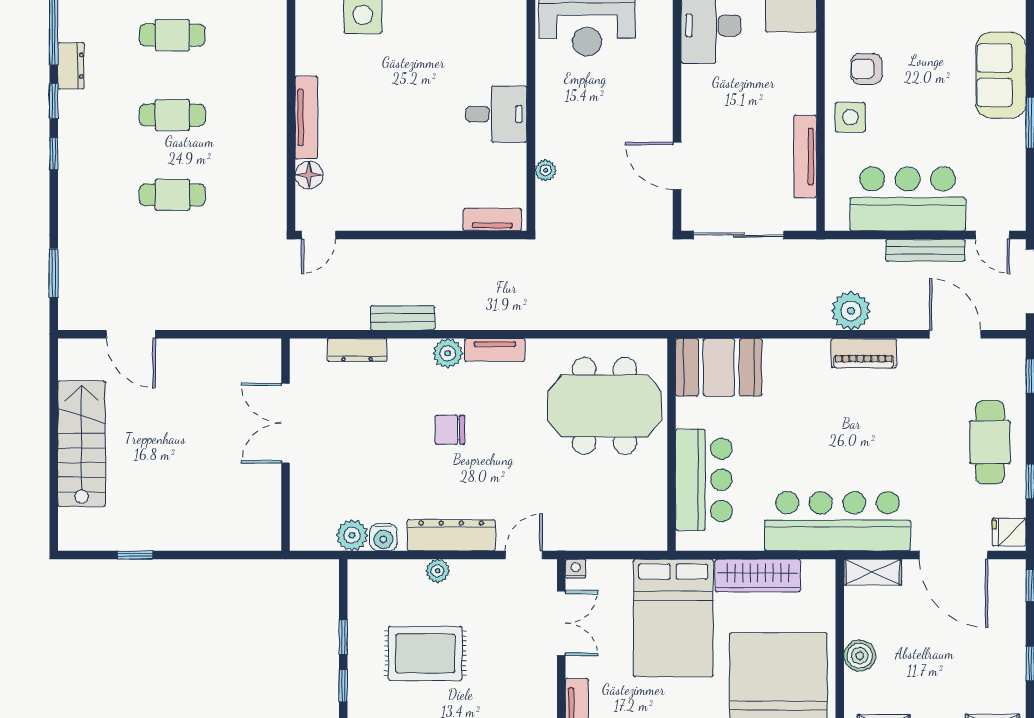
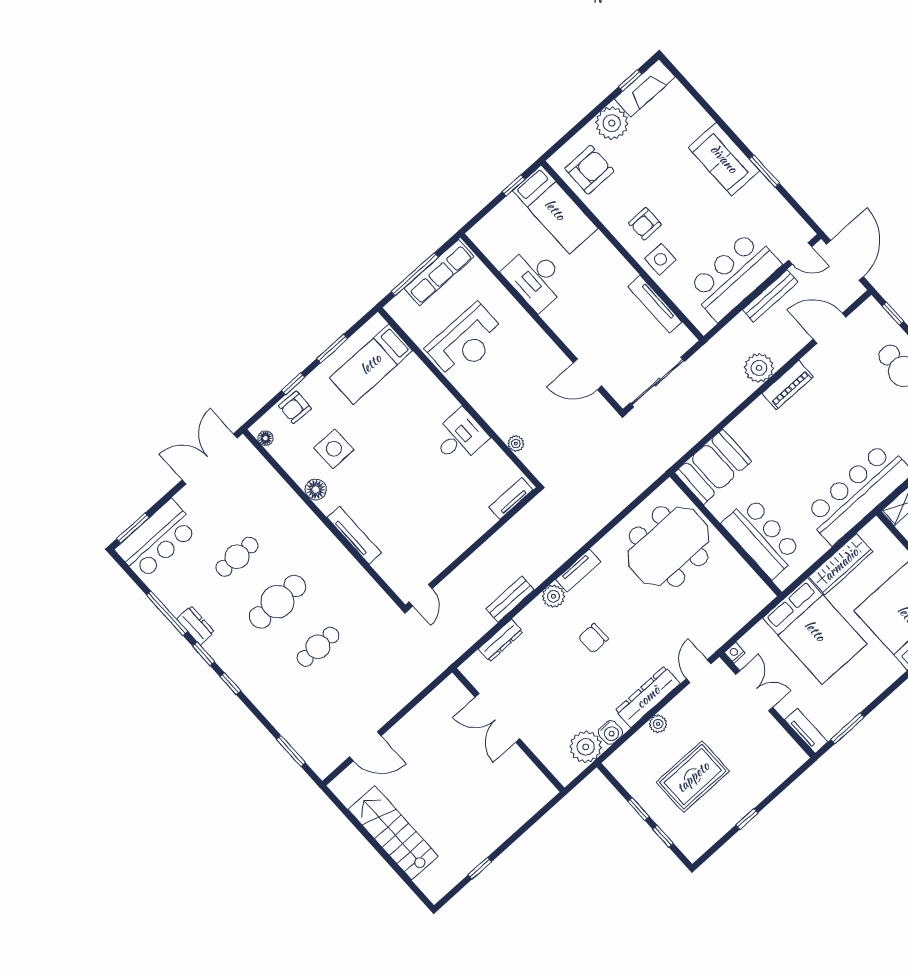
cafe table: (172, 115) -> (277, 602), width x1.37, depth x1.35
floor lamp: (309, 175) -> (316, 490), moved
plant: (352, 535) -> (586, 747), width x1.36, depth x1.36

